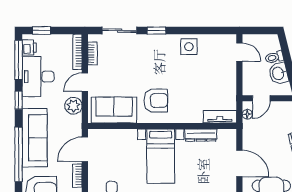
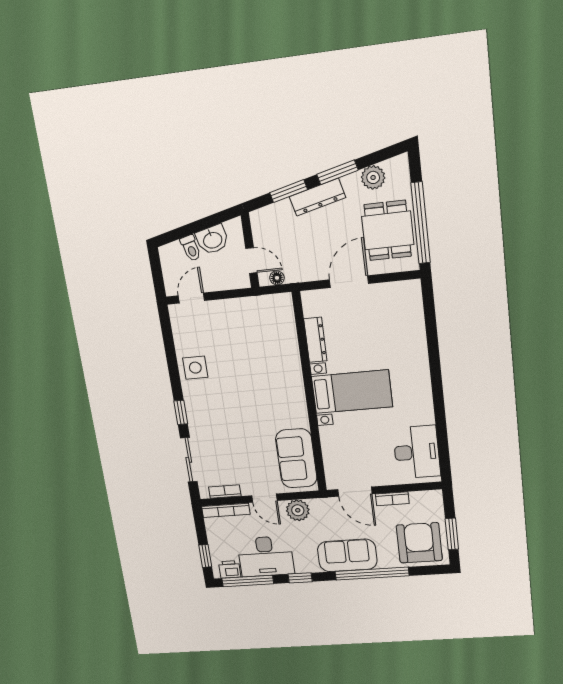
armchair: (156, 100) -> (275, 405), removed
tv unit: (220, 117) -> (286, 316), removed
sofa: (35, 138) -> (347, 555), width x0.73

